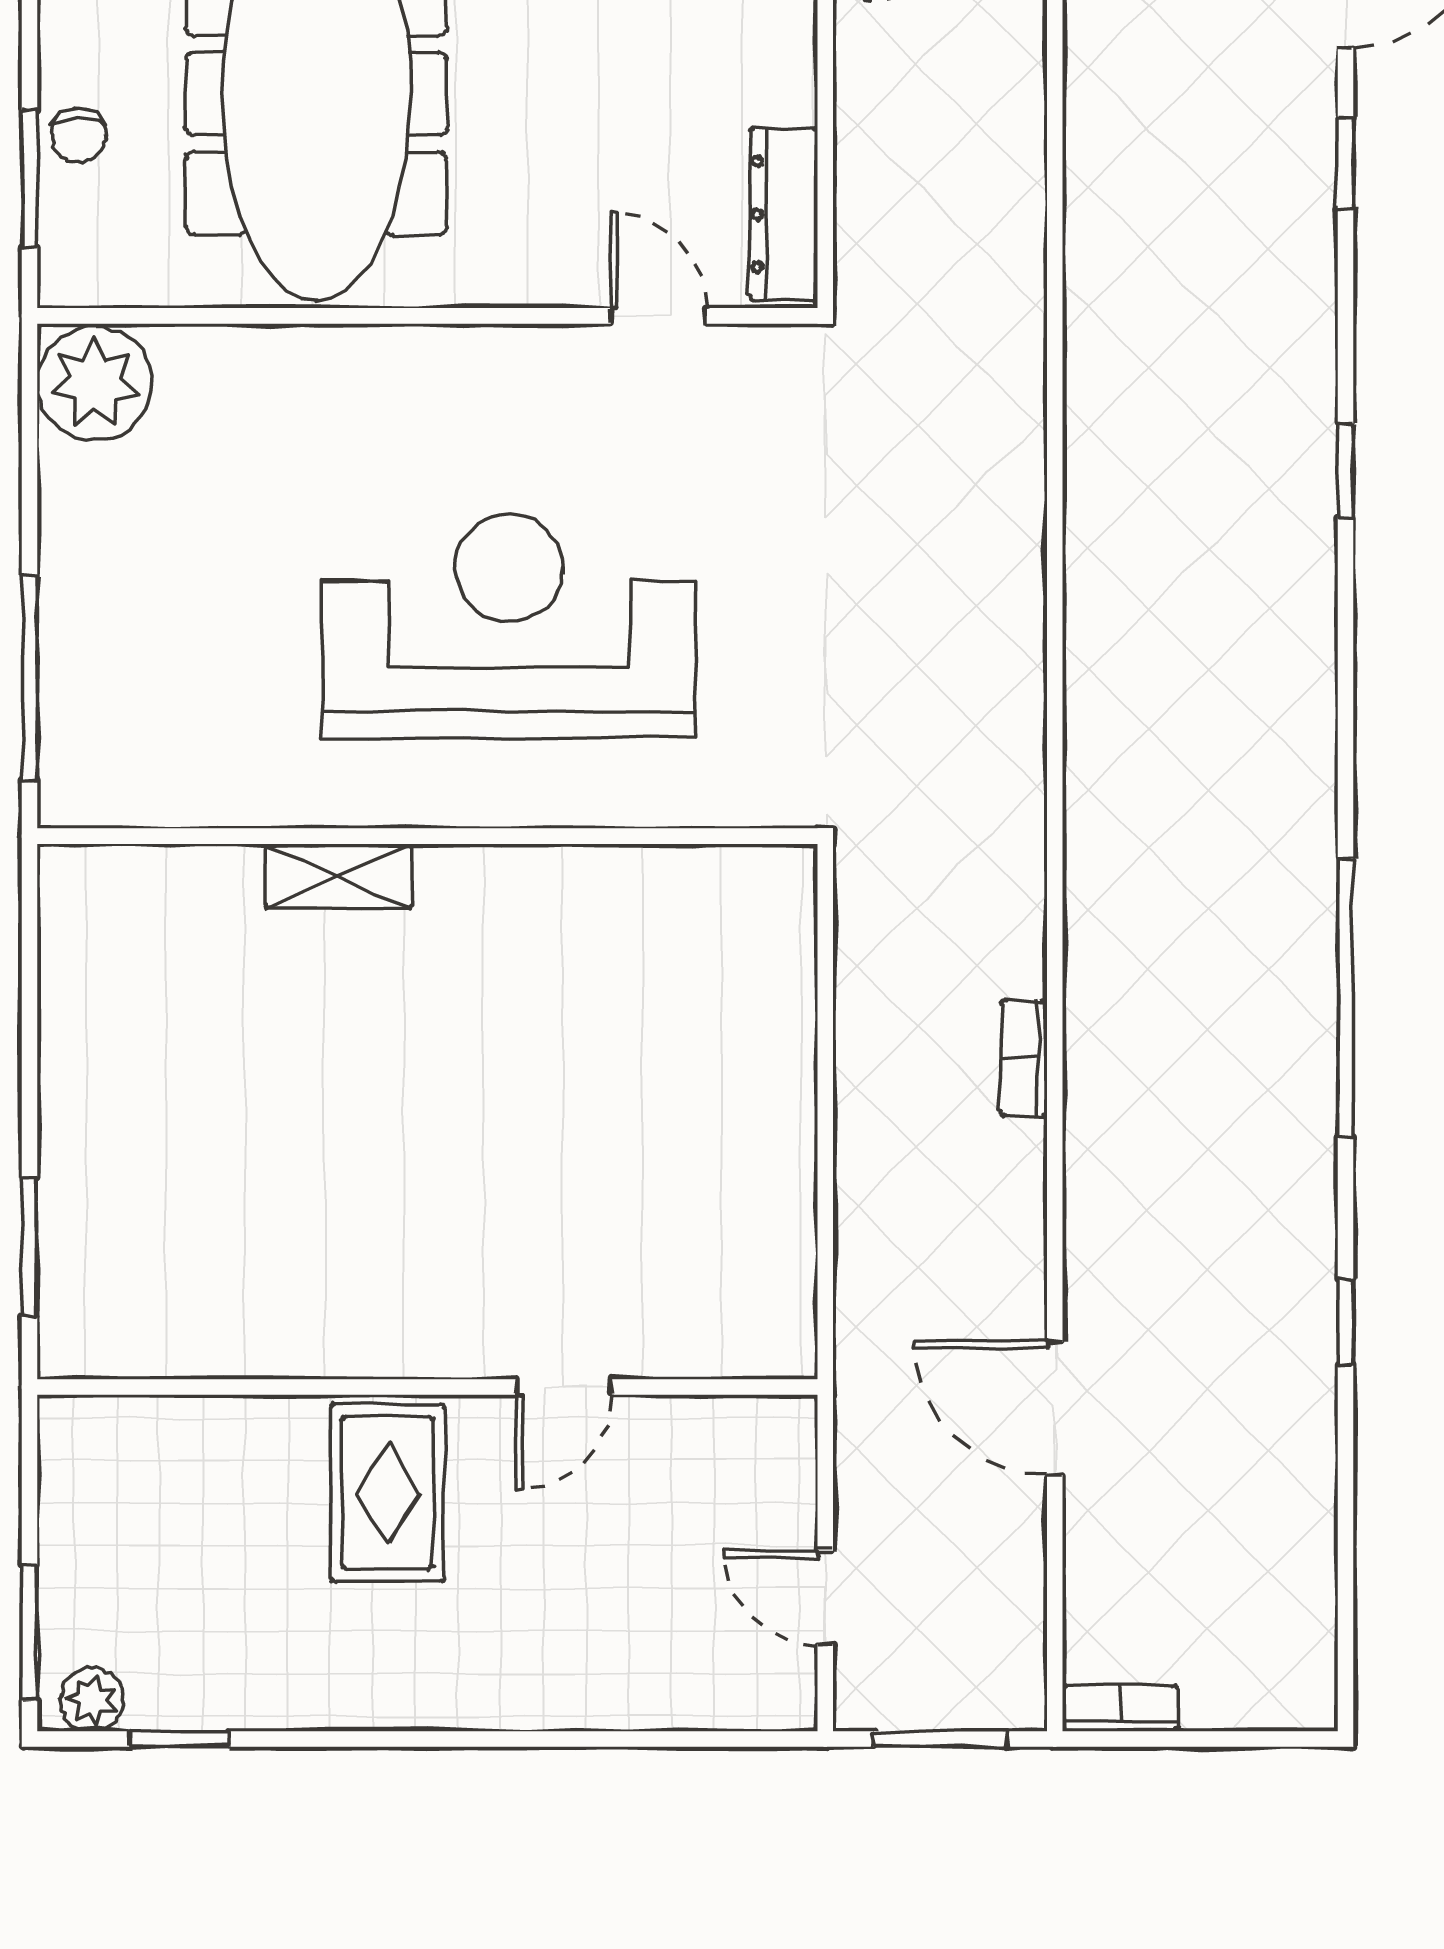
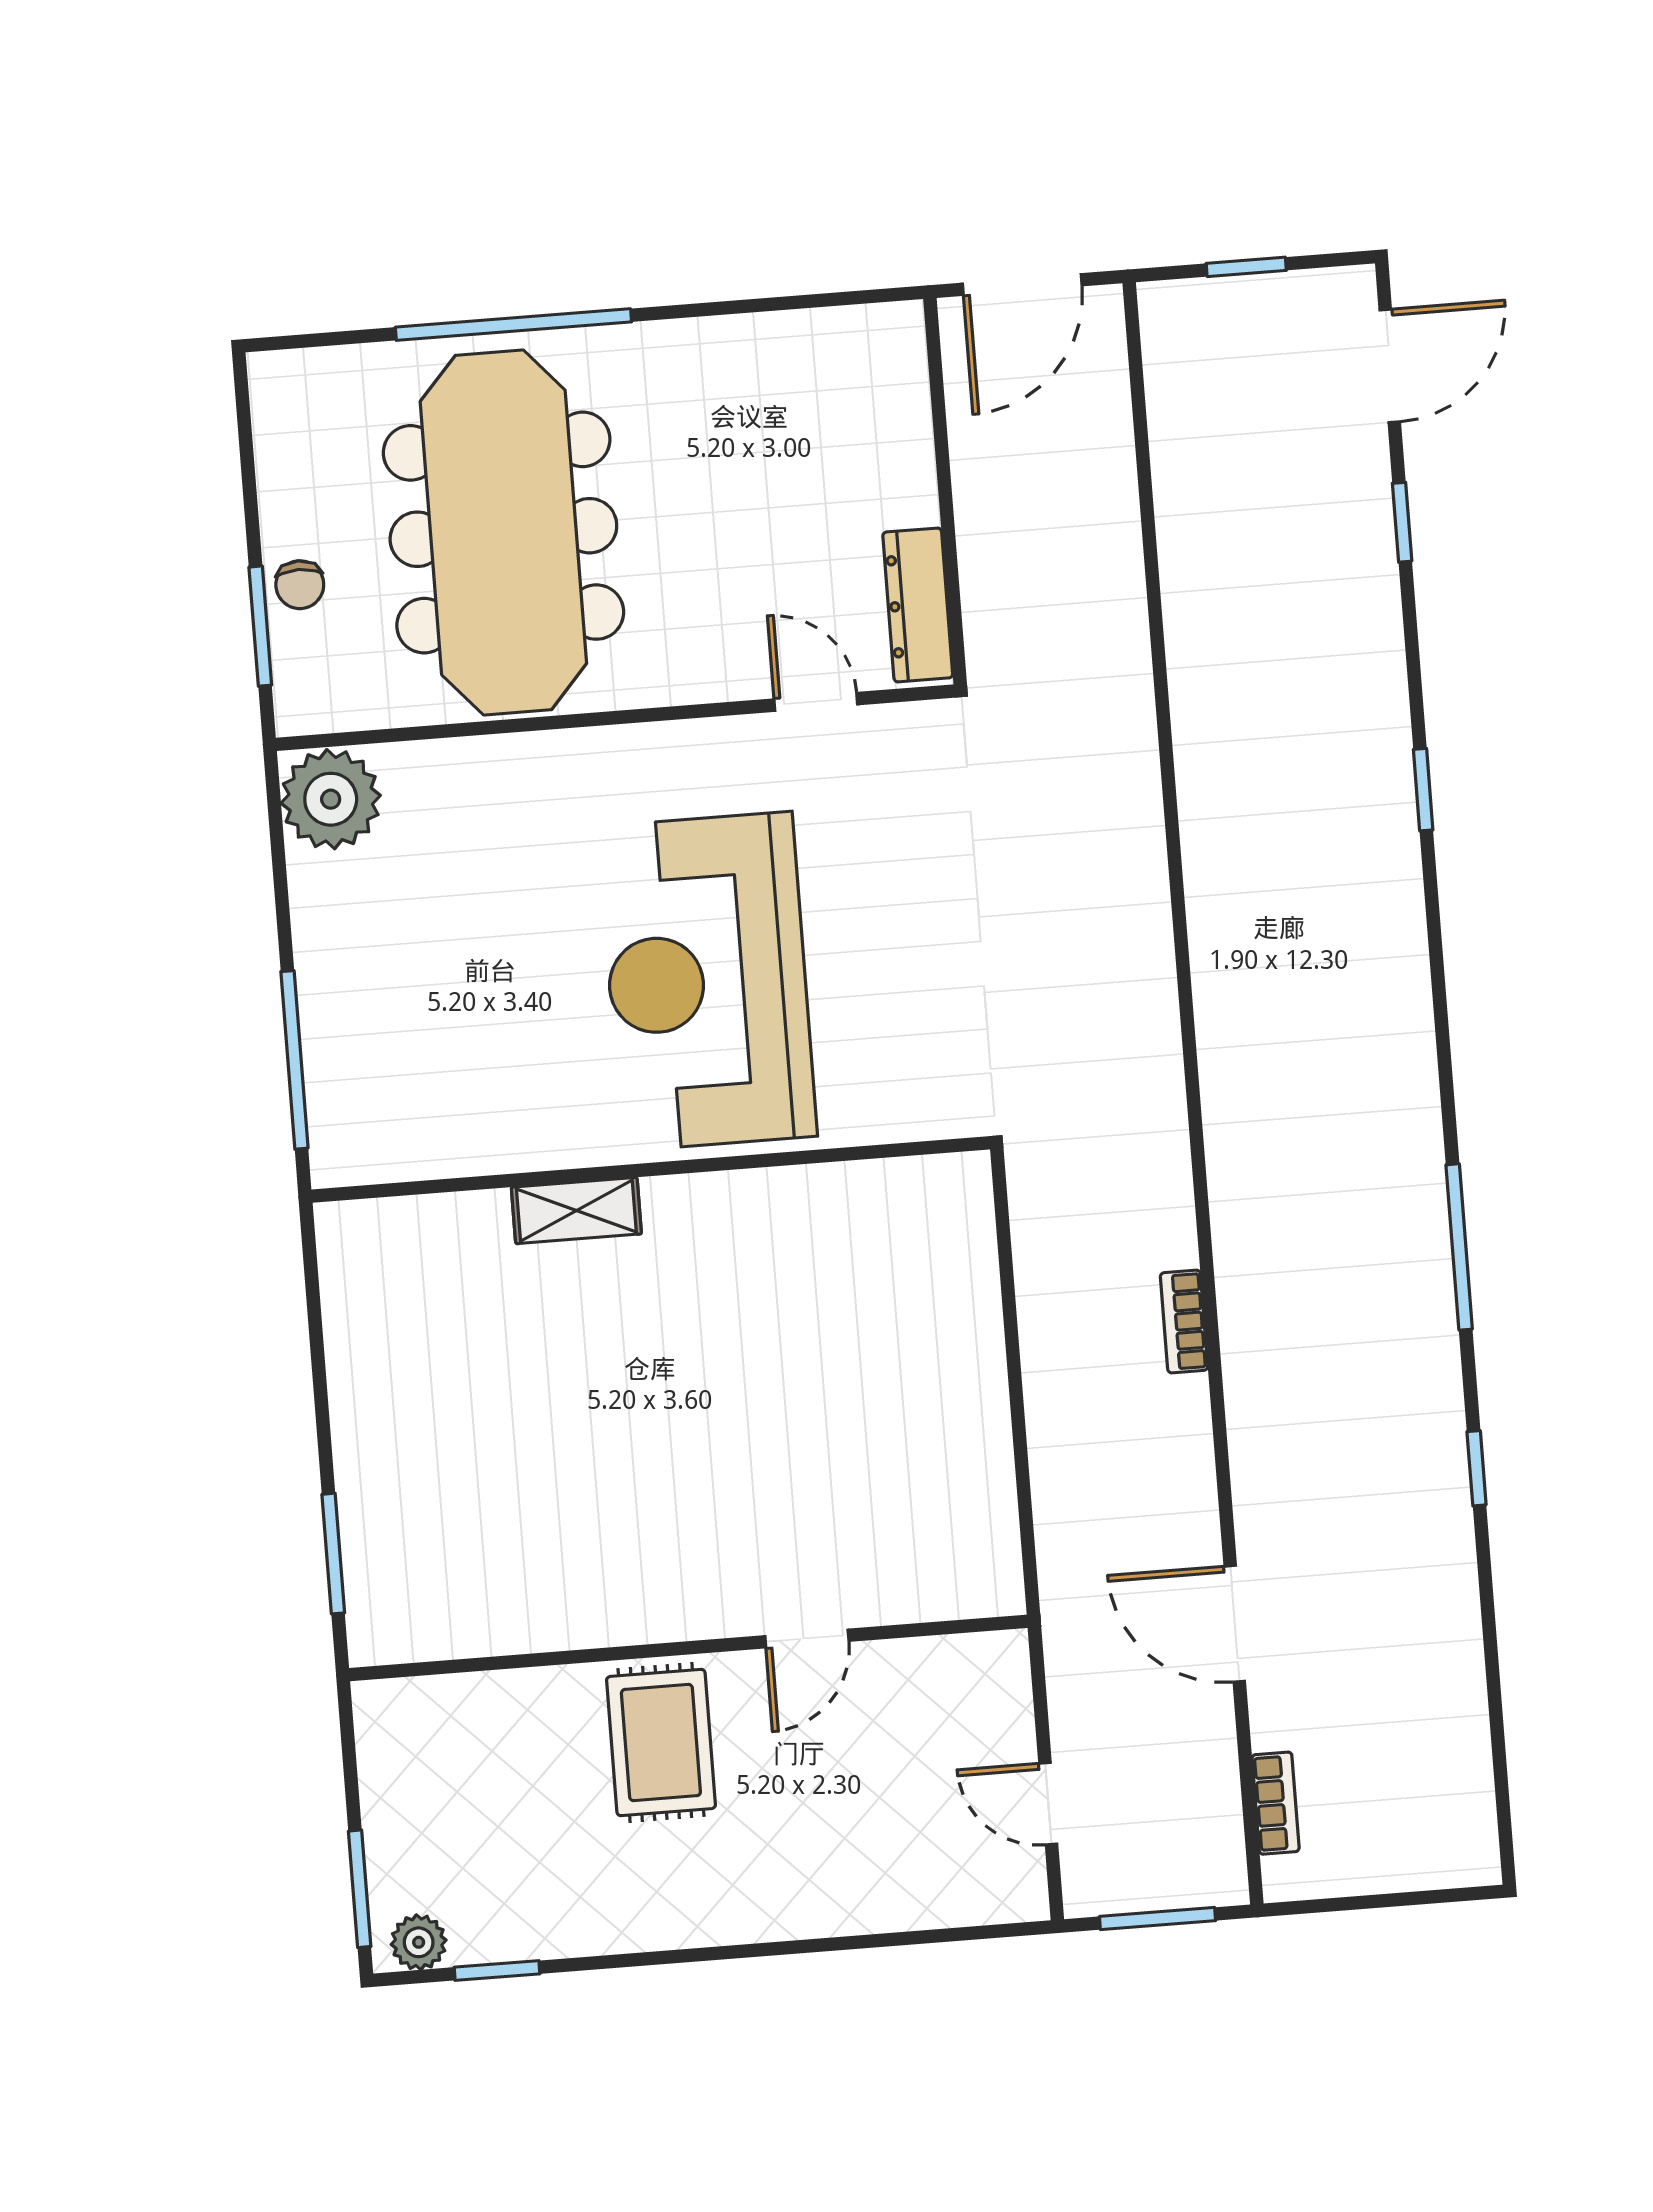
reception desk: (509, 626) -> (707, 981), turned -90
window: (1346, 998) -> (1459, 1247), width x0.68
window: (1346, 1322) -> (1477, 1468), moved
bookcase: (1120, 1708) -> (1276, 1803), moved, turned 90

